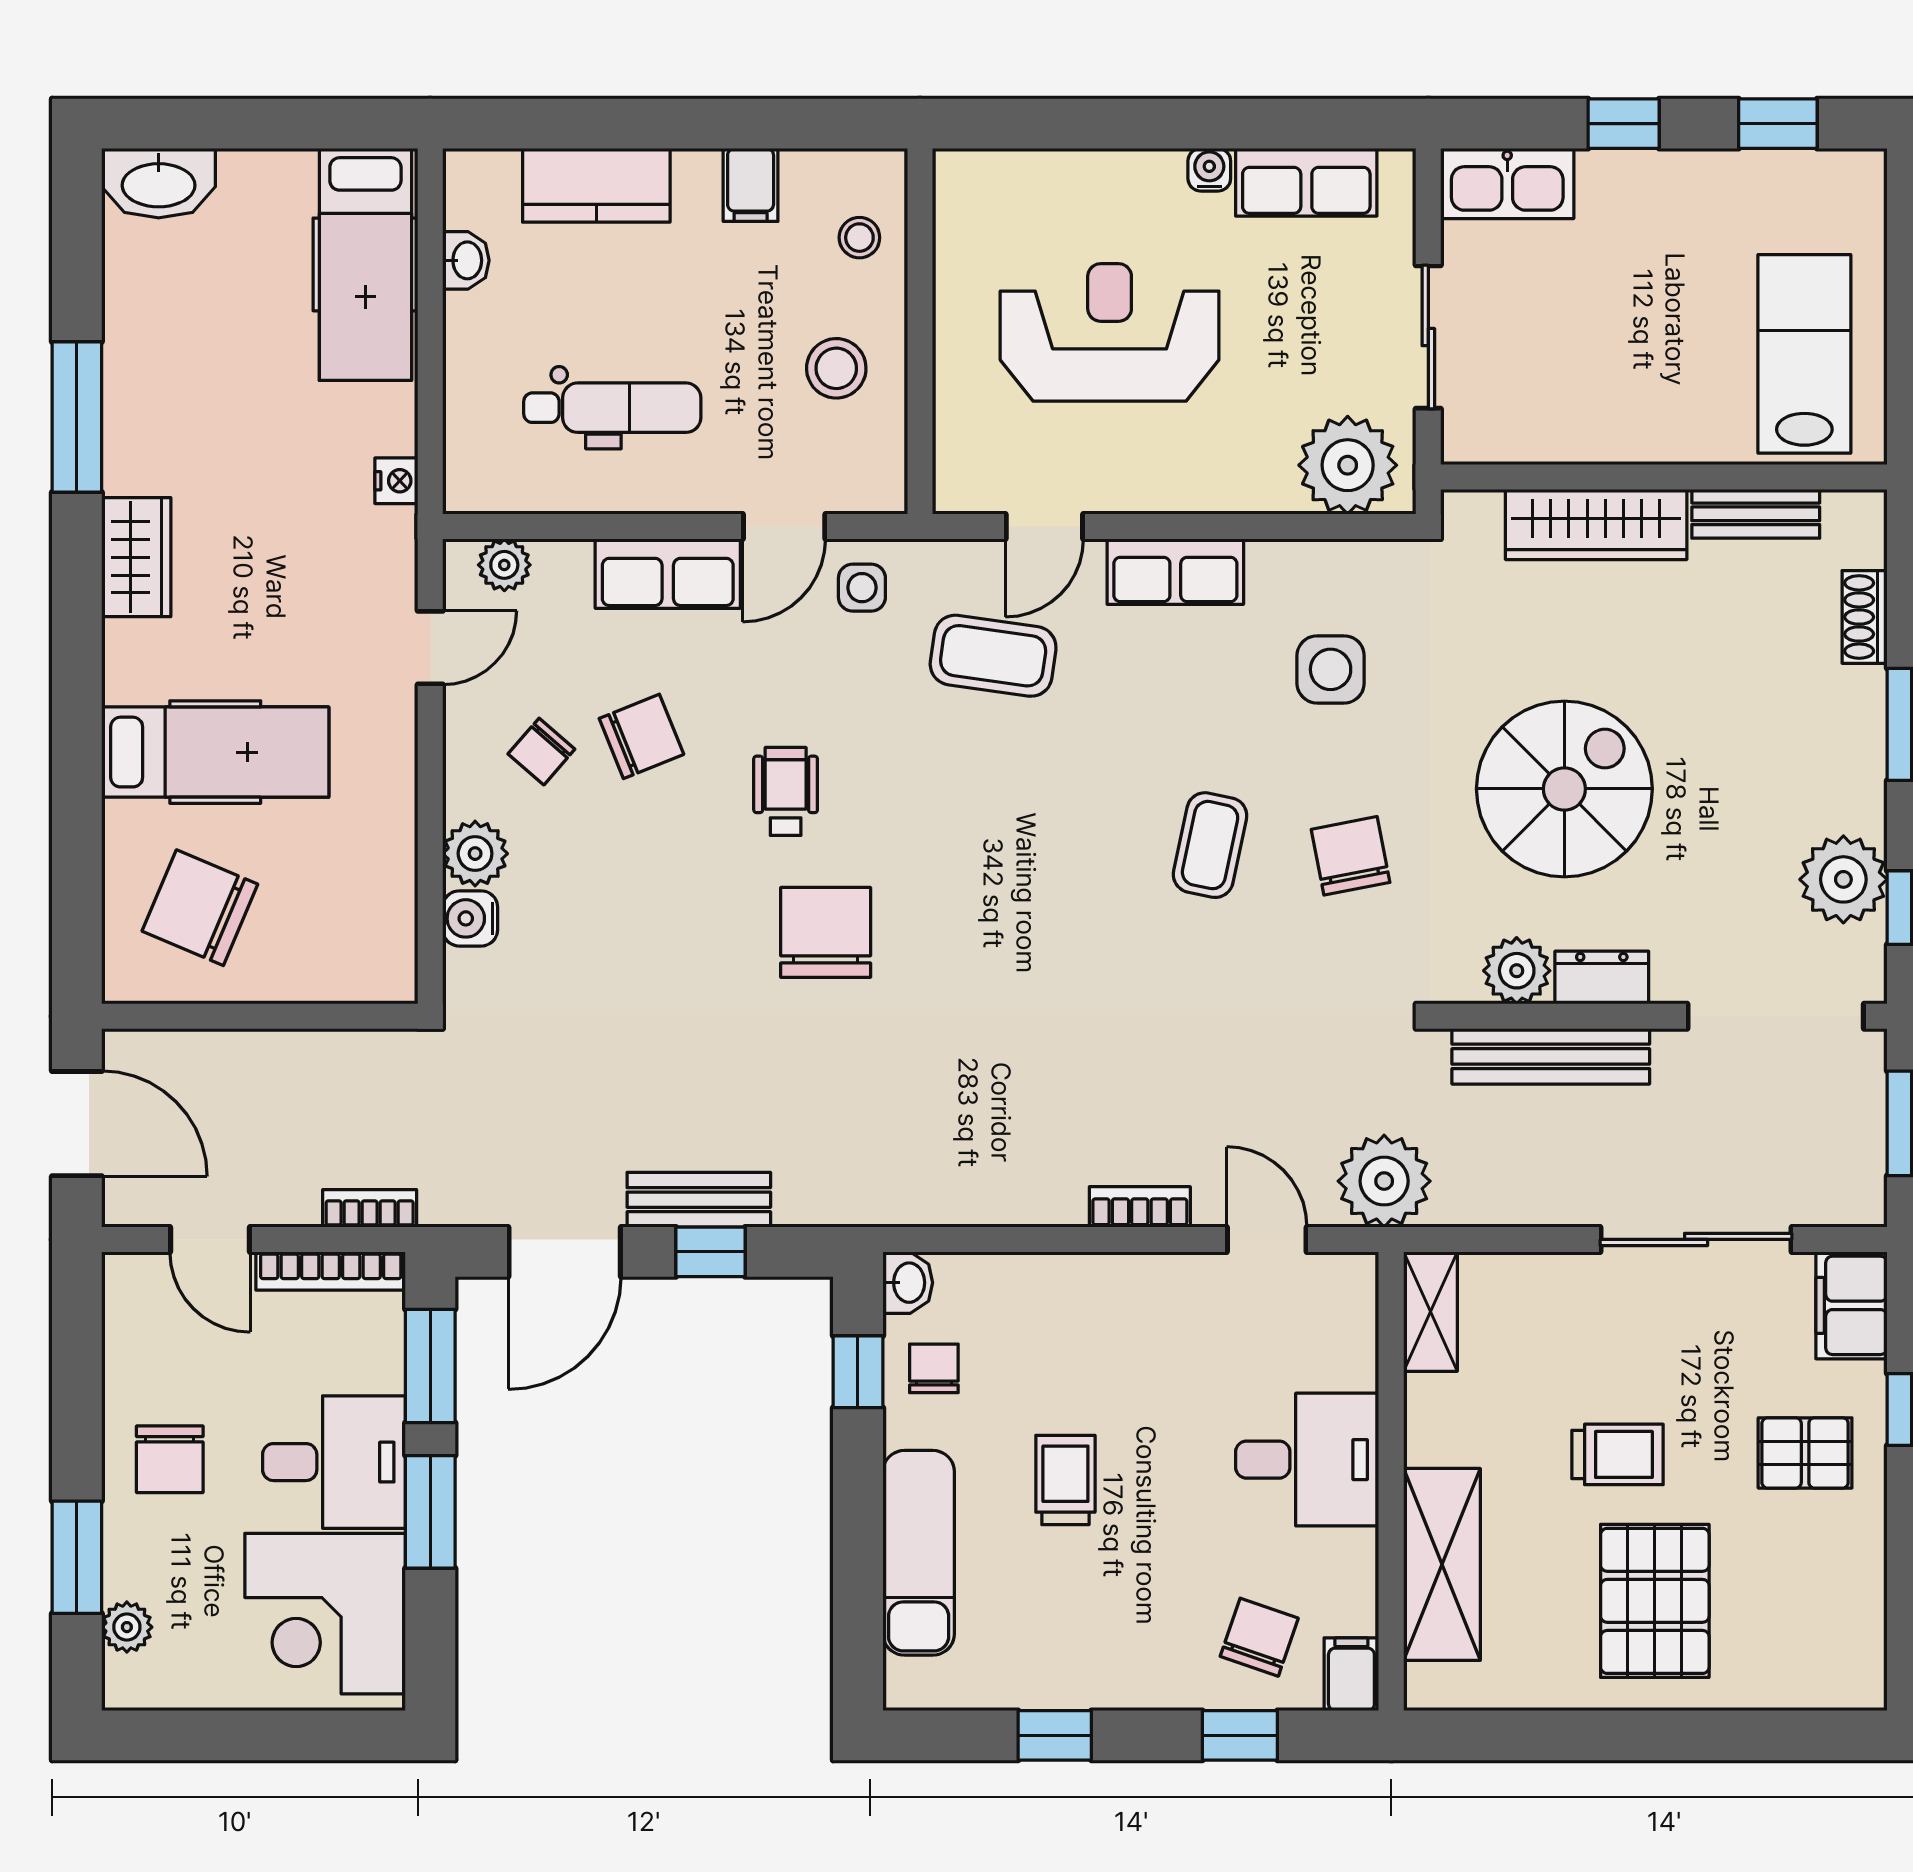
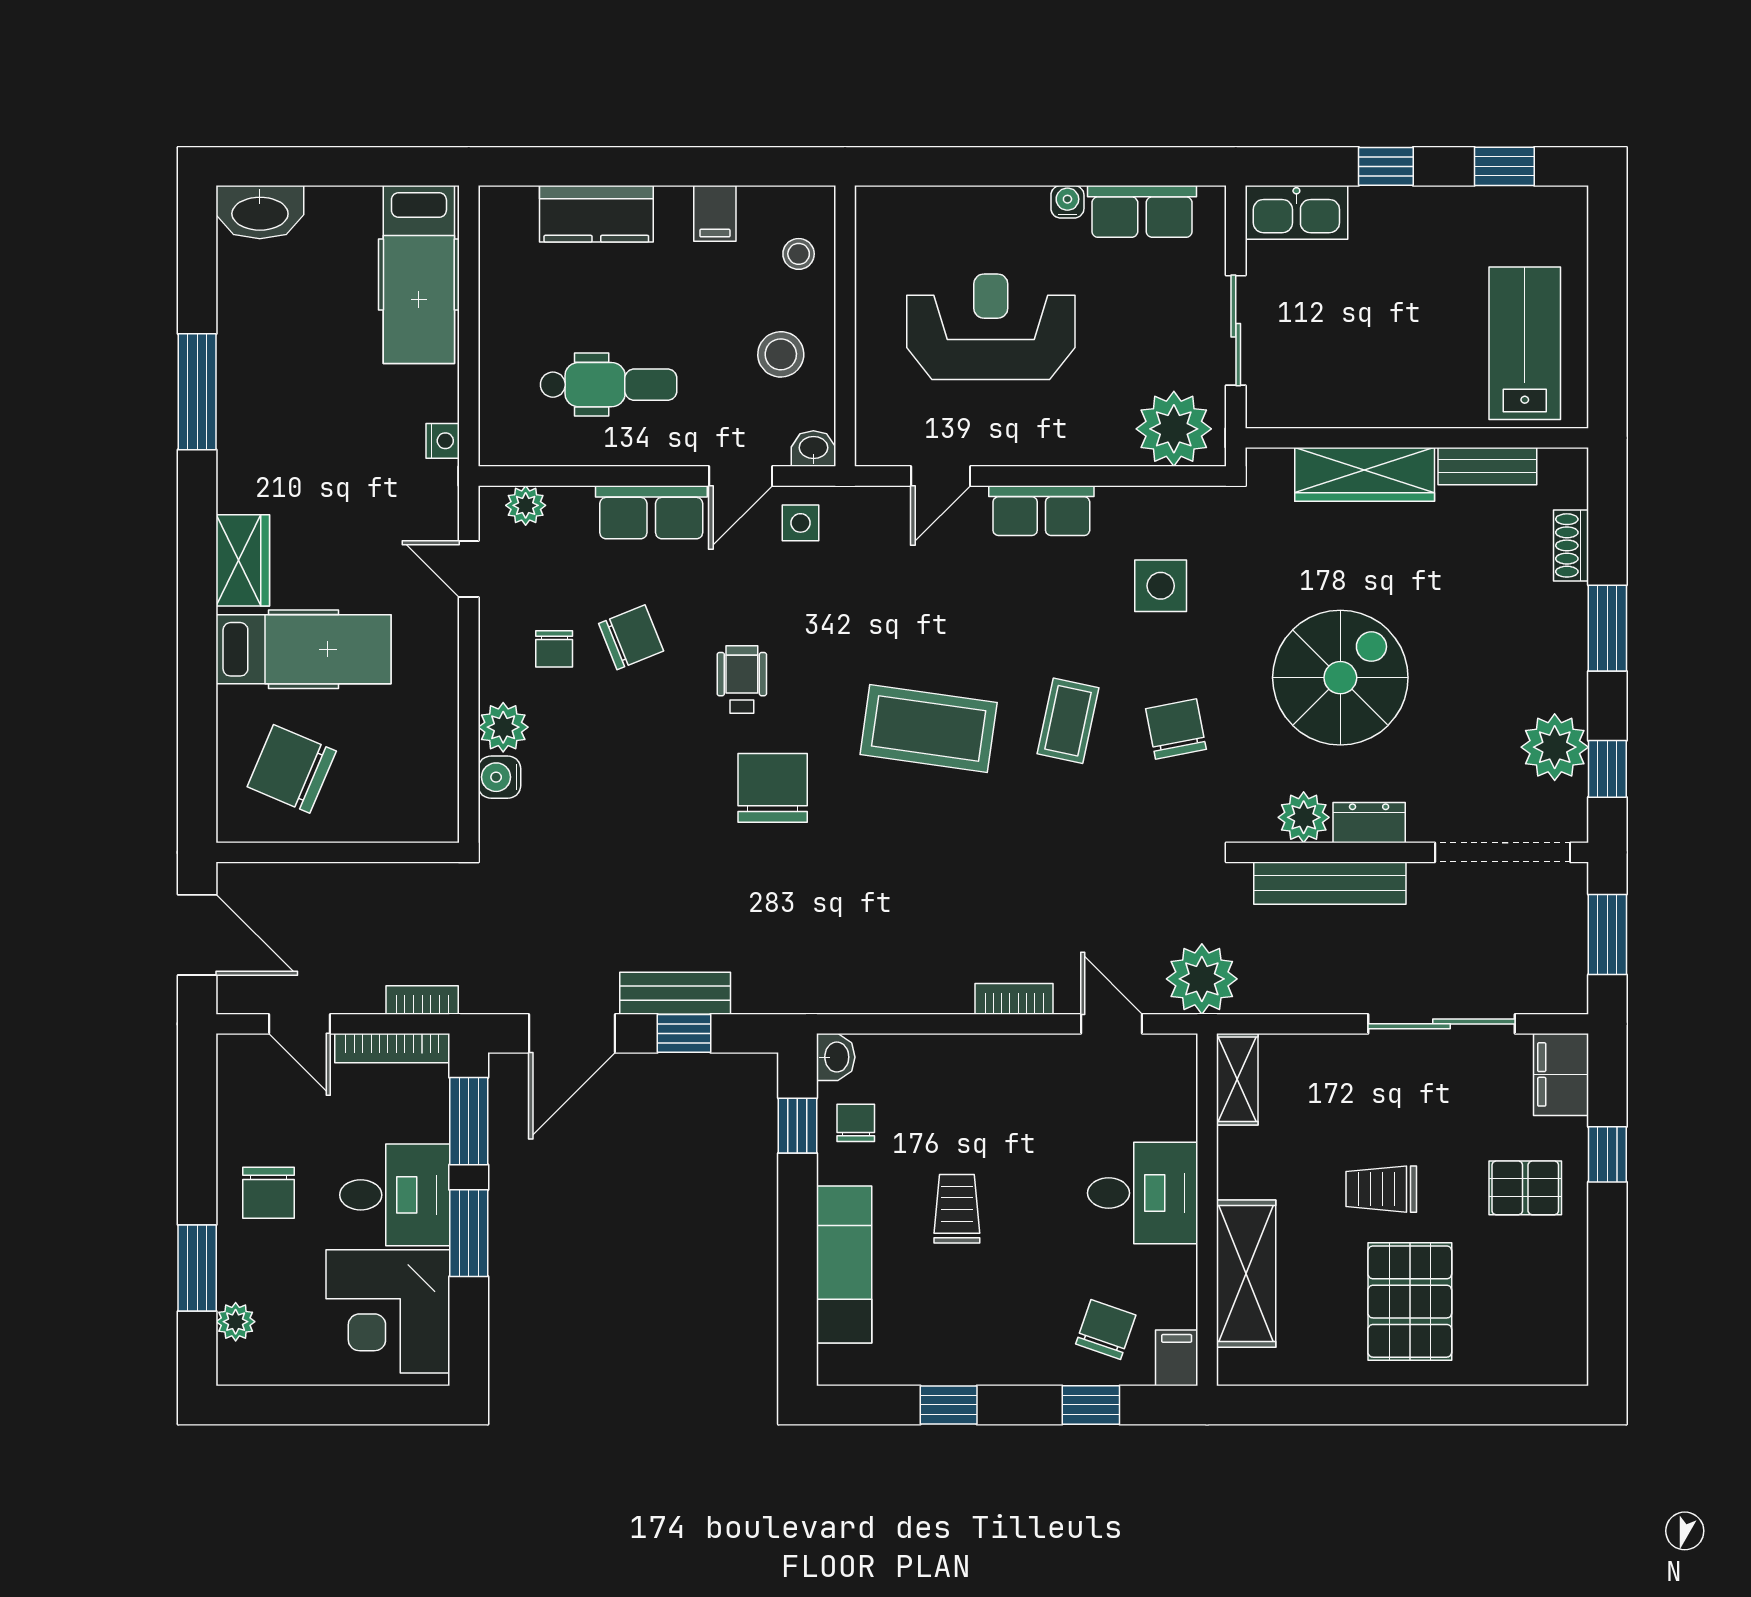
washbasin: (466, 260) -> (813, 449), moved, turned -90
wardrobe: (136, 557) -> (243, 560), moved
door: (430, 648) -> (469, 569), swing flipped
coffee table: (993, 656) -> (929, 728), moved, width x1.36, depth x1.32
chair: (541, 752) -> (554, 649), turned -41
trolley: (1618, 1454) -> (1381, 1189), turned 180

